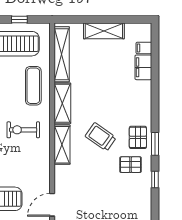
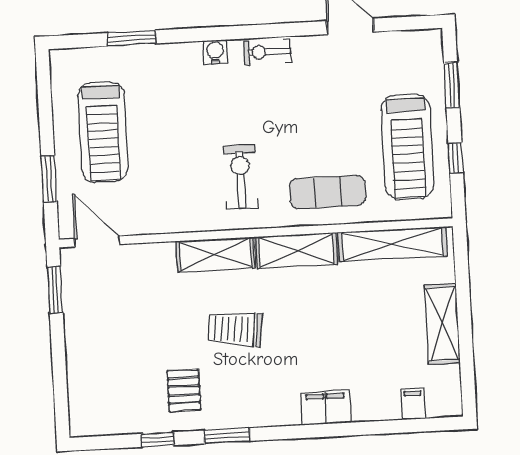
filing cabinet: (143, 67) -> (326, 408), moved
trolley: (101, 137) -> (235, 329), turned -119
pallet: (138, 137) -> (238, 402), removed

